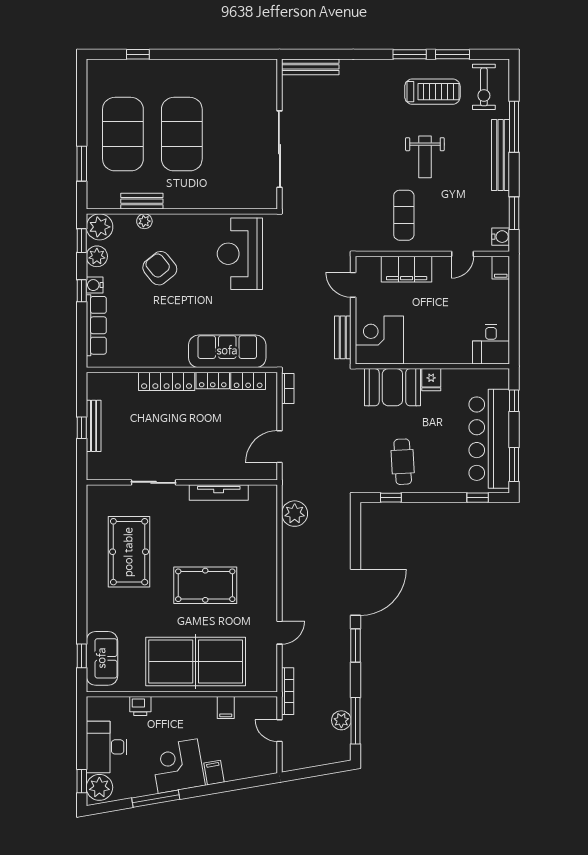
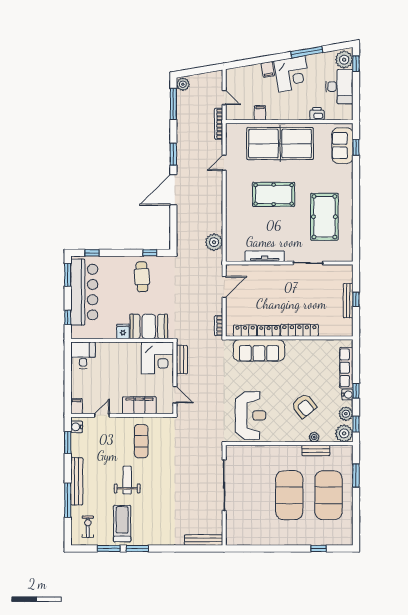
exercise bike: (484, 87) -> (88, 527), width x0.73, depth x0.72
treadmill: (432, 92) -> (122, 524), turned 90
plant: (341, 720) -> (183, 84), moved

